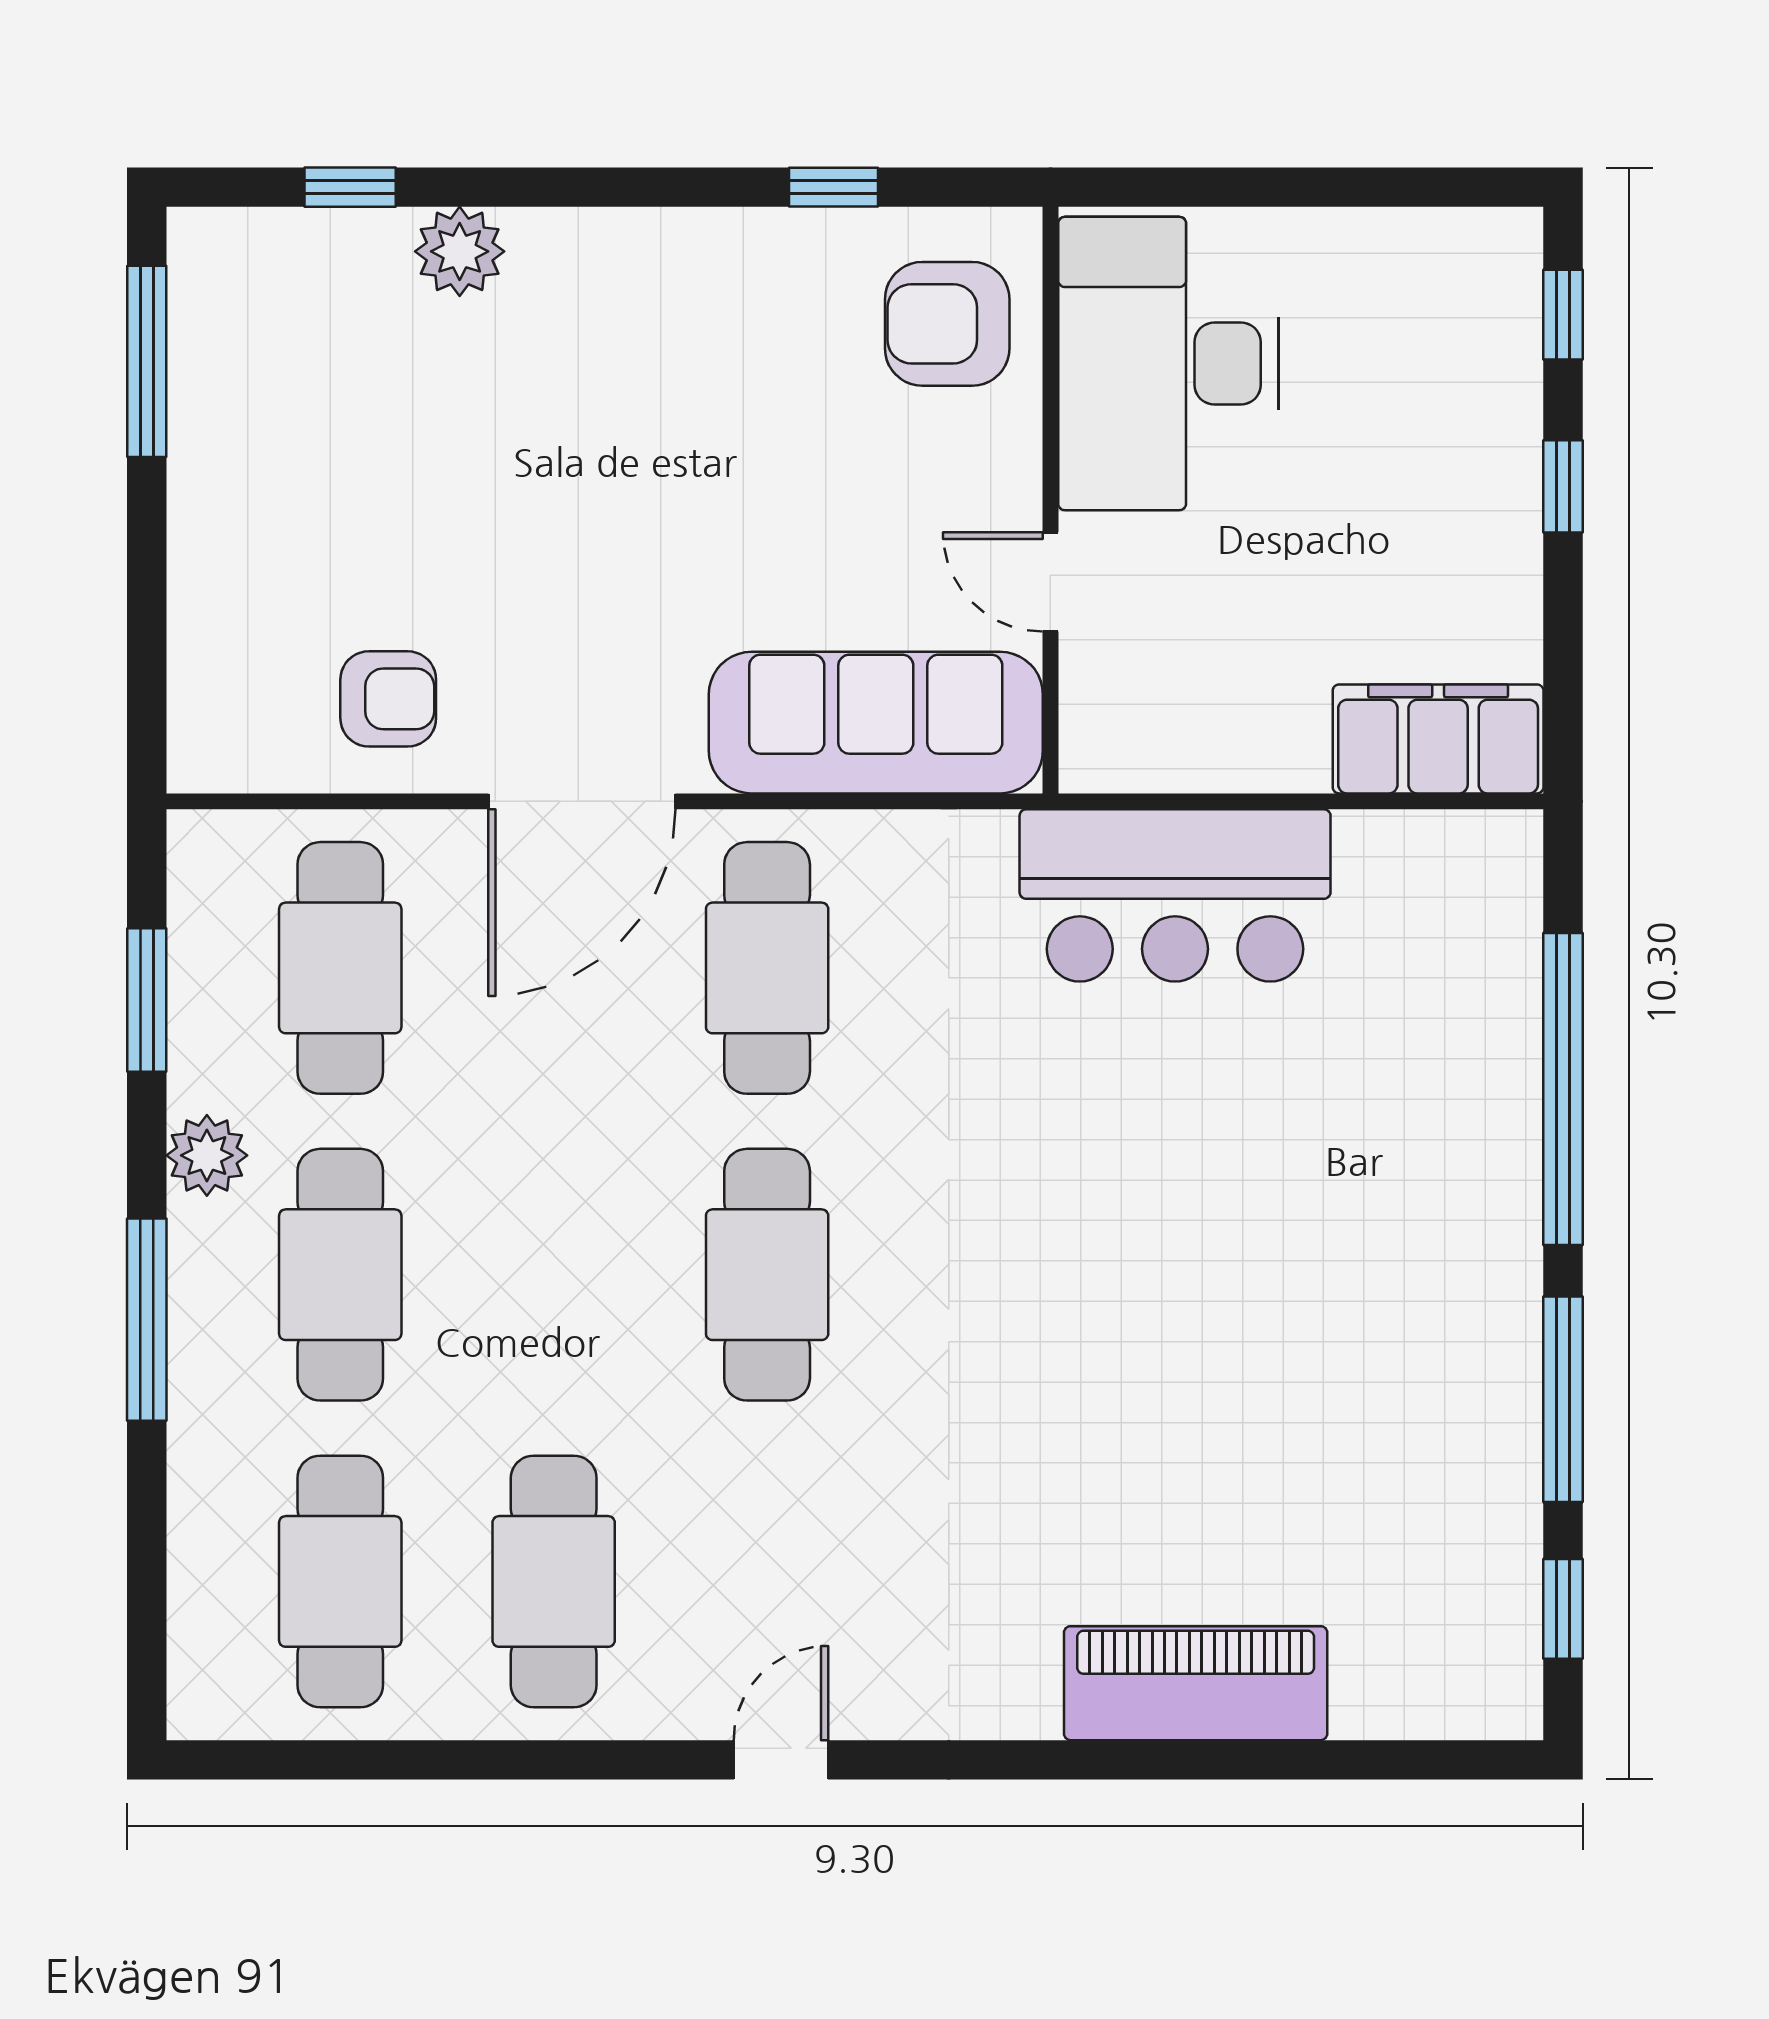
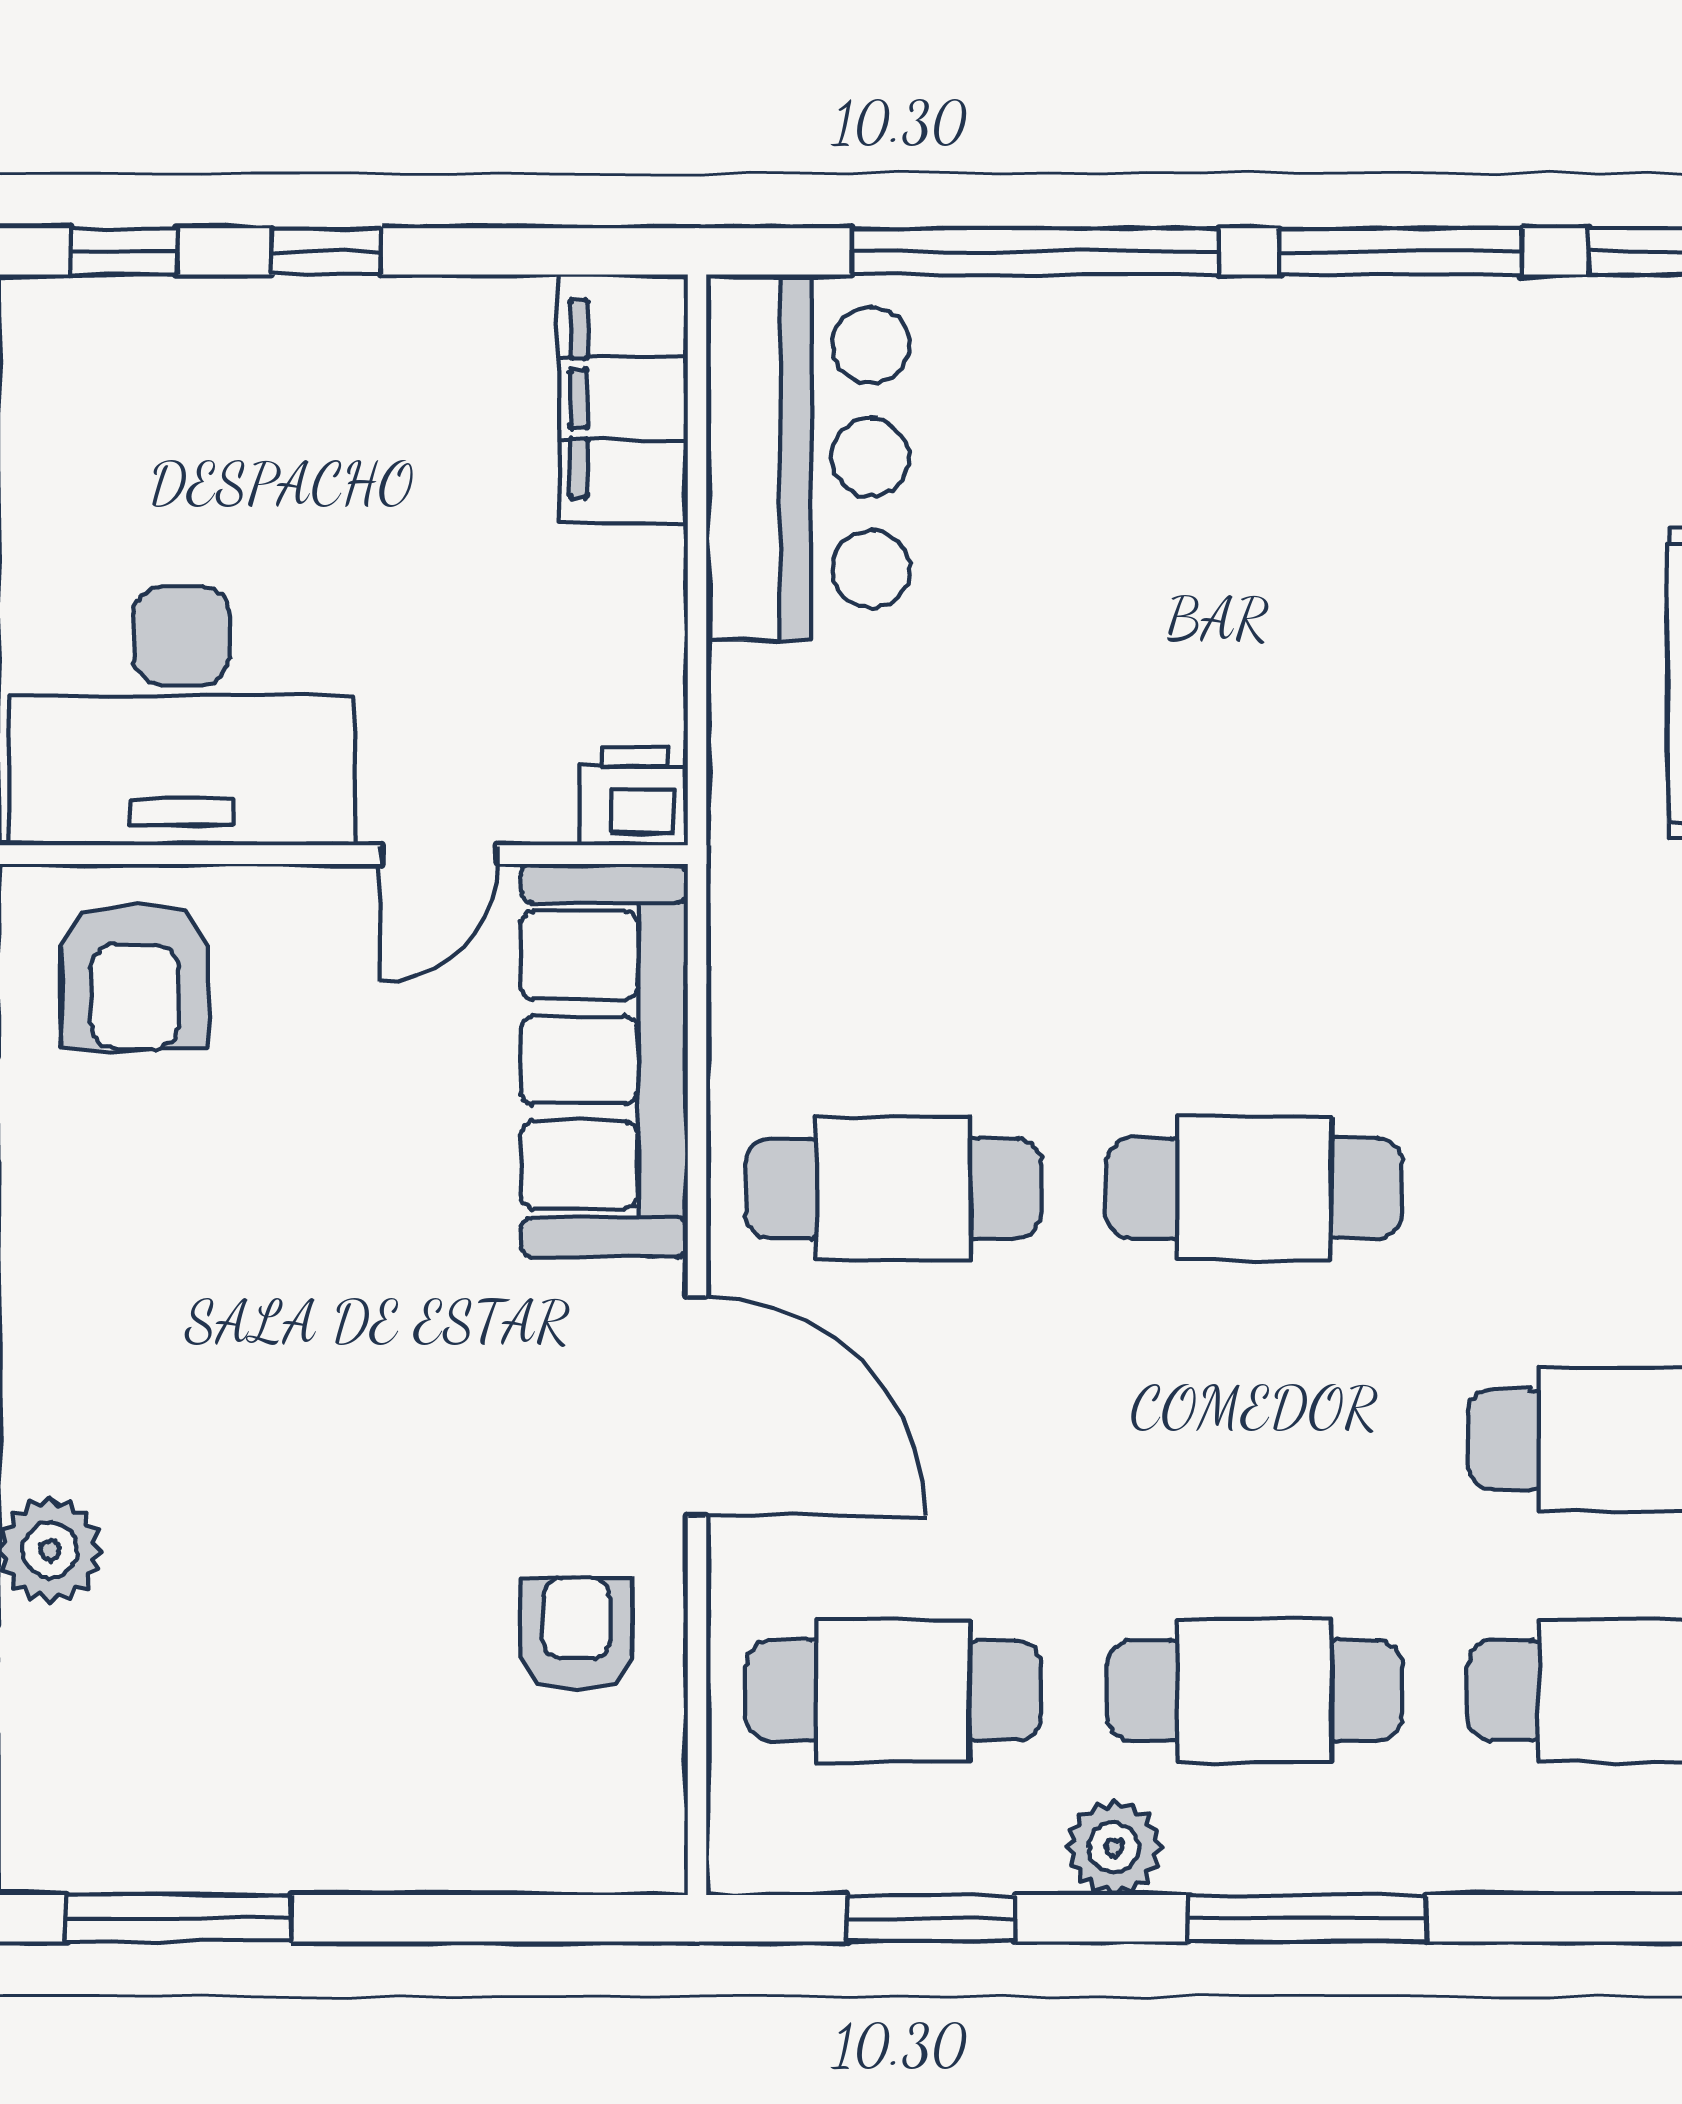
printer: (1100, 747) -> (634, 796), added
bar counter: (1175, 895) -> (808, 457), moved

